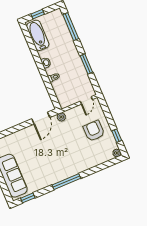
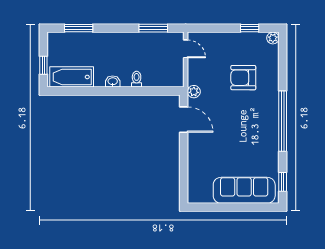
window: (71, 27) -> (79, 28), width x0.69
window: (86, 64) -> (153, 28), moved
armchair: (94, 131) -> (243, 78), moved
window: (66, 182) -> (283, 121), width x1.46

